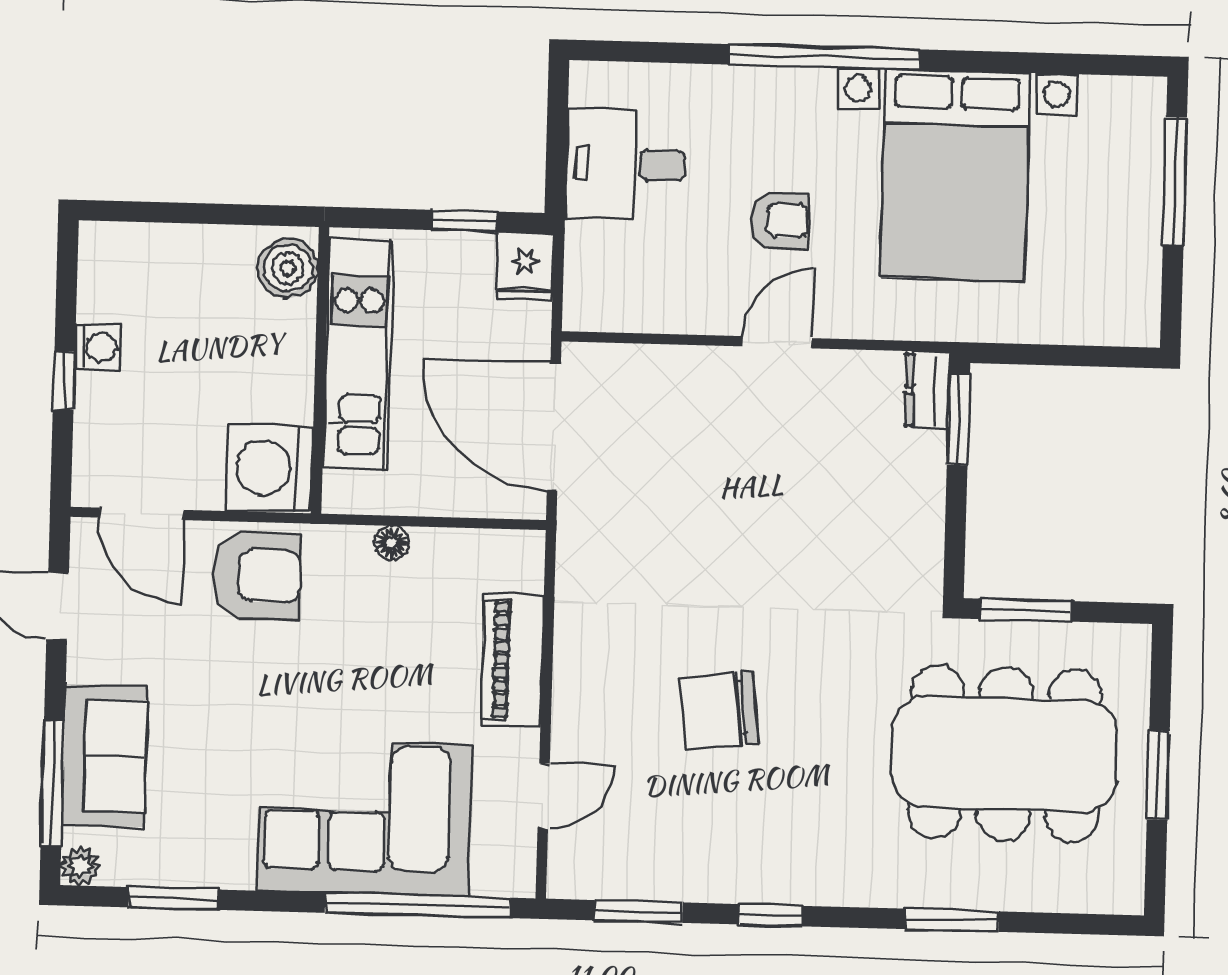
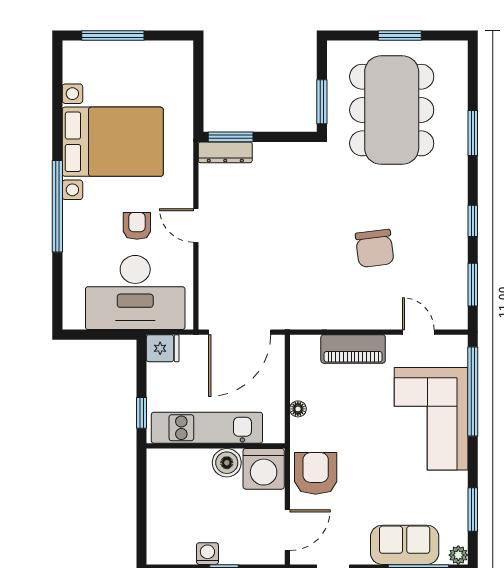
desk: (626, 164) -> (135, 292), width x1.87, depth x1.30
window: (465, 221) -> (141, 413), moved
boiler: (288, 268) -> (227, 463), moved
dresser: (927, 390) -> (225, 152), width x1.44

